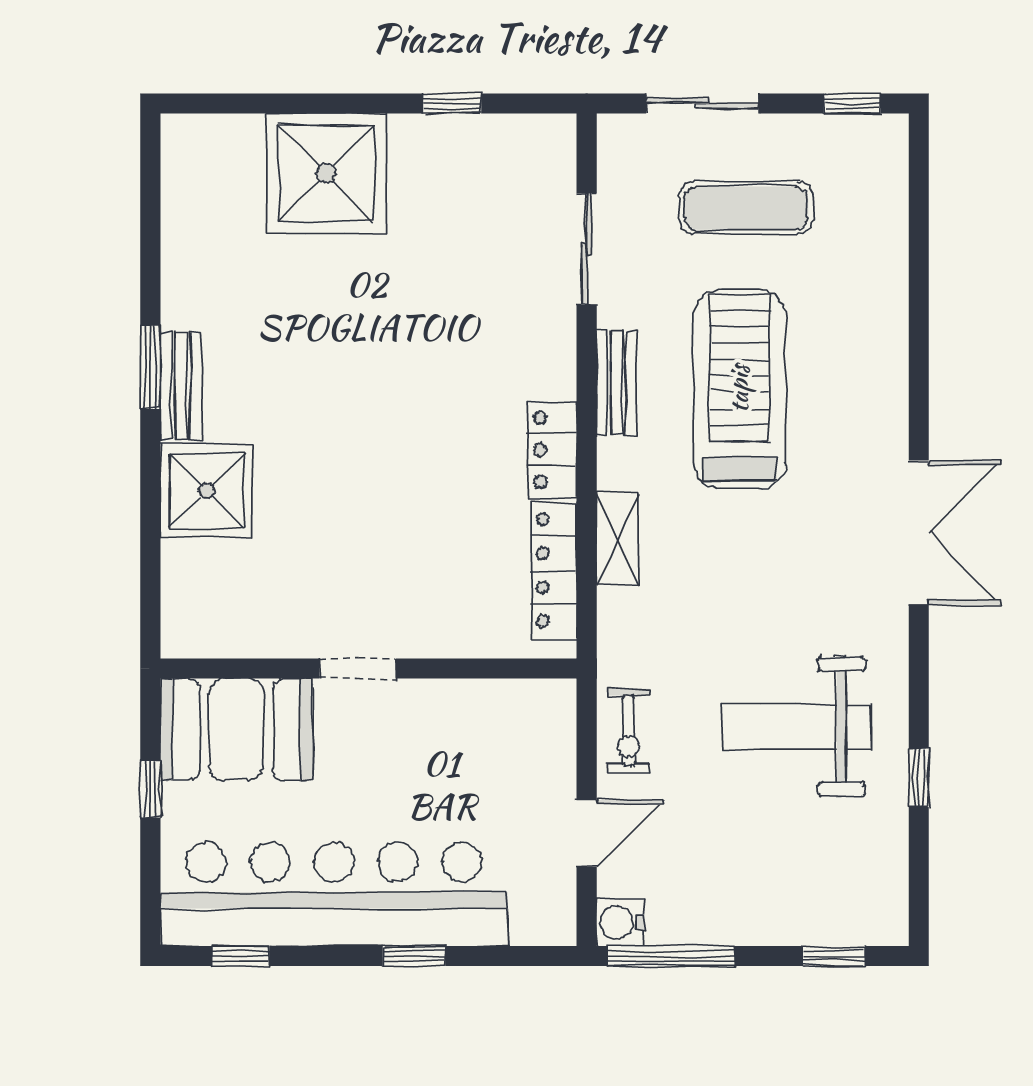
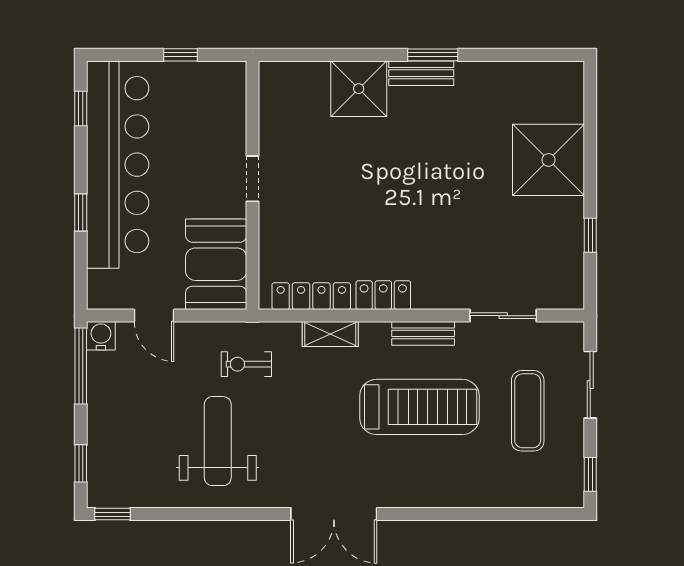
booth: (236, 729) -> (216, 264), moved
exercise bike: (629, 730) -> (246, 364), moved
window: (919, 778) -> (113, 514), moved

